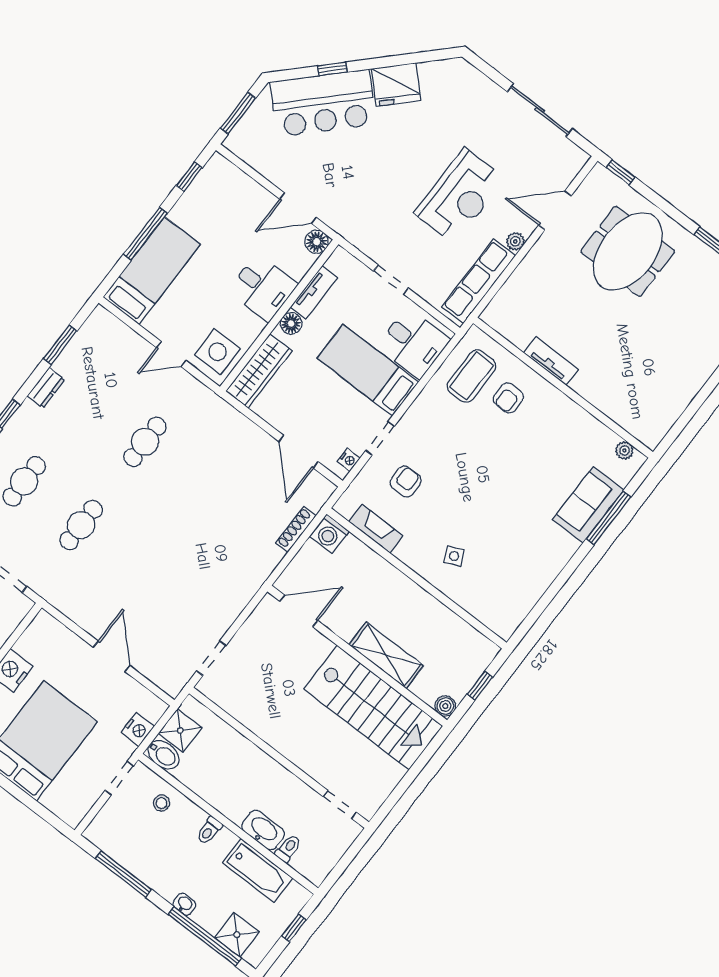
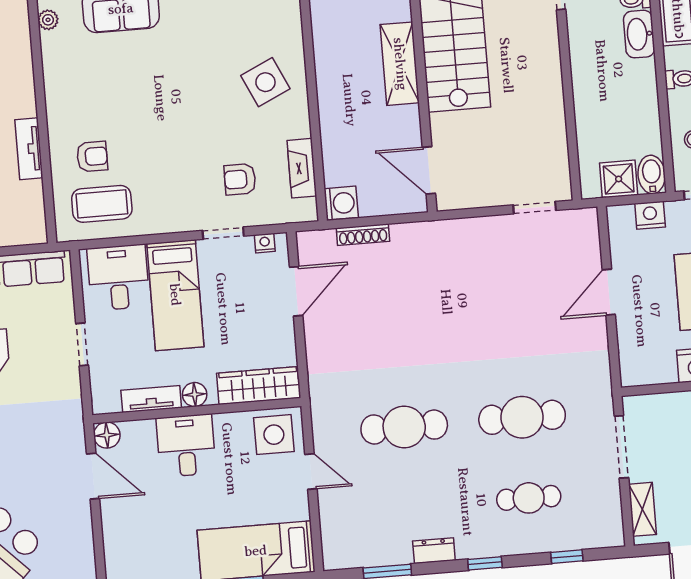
cafe table: (145, 442) -> (404, 427), width x1.37, depth x1.35
cafe table: (81, 525) -> (522, 417), width x1.37, depth x1.35
side table: (454, 556) -> (265, 82), width x1.87, depth x1.87

